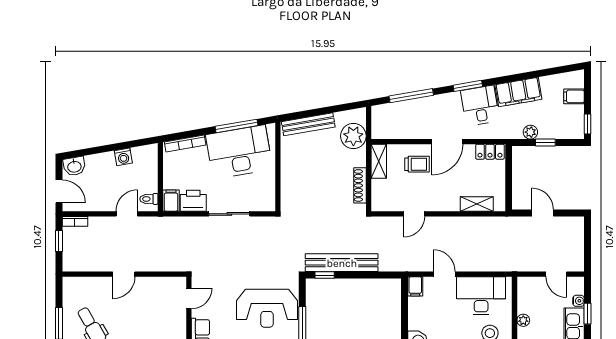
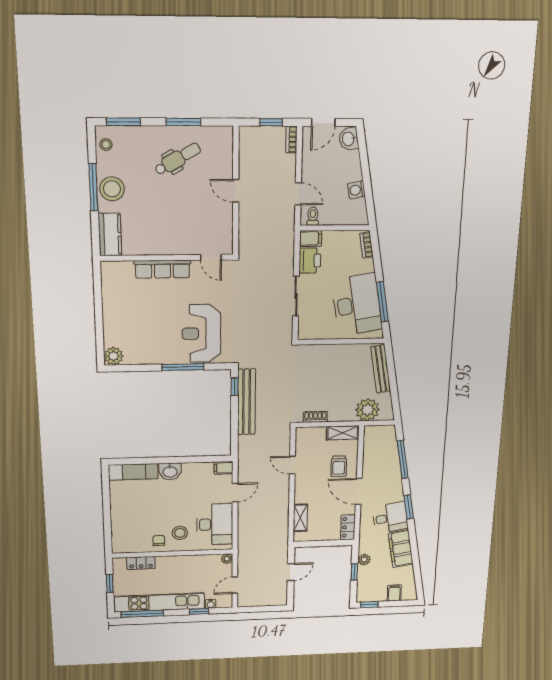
bookcase: (185, 143) -> (366, 245), width x0.64
shoe rack: (360, 185) -> (315, 417), width x0.70
plant: (523, 320) -> (227, 559), moved

